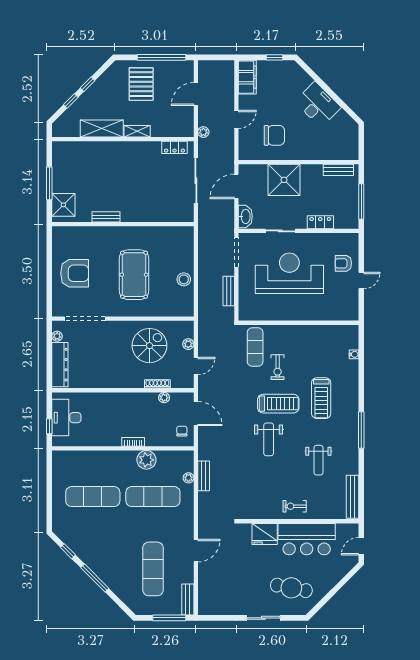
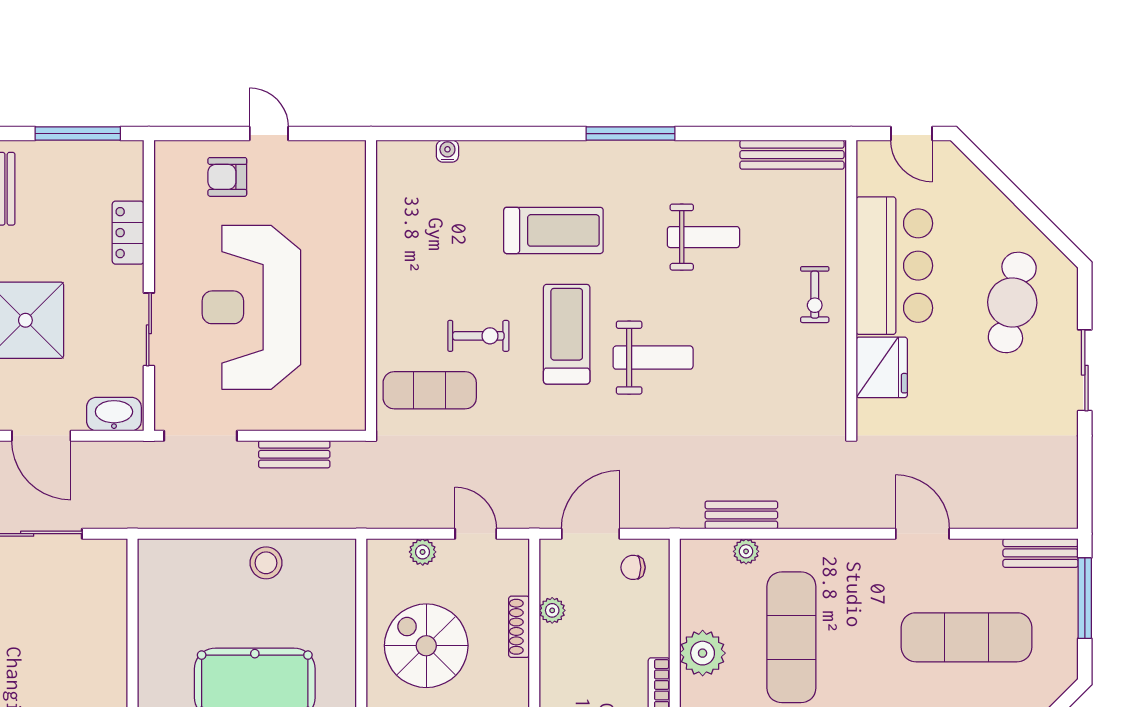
armchair: (343, 263) -> (227, 177), turned 90

